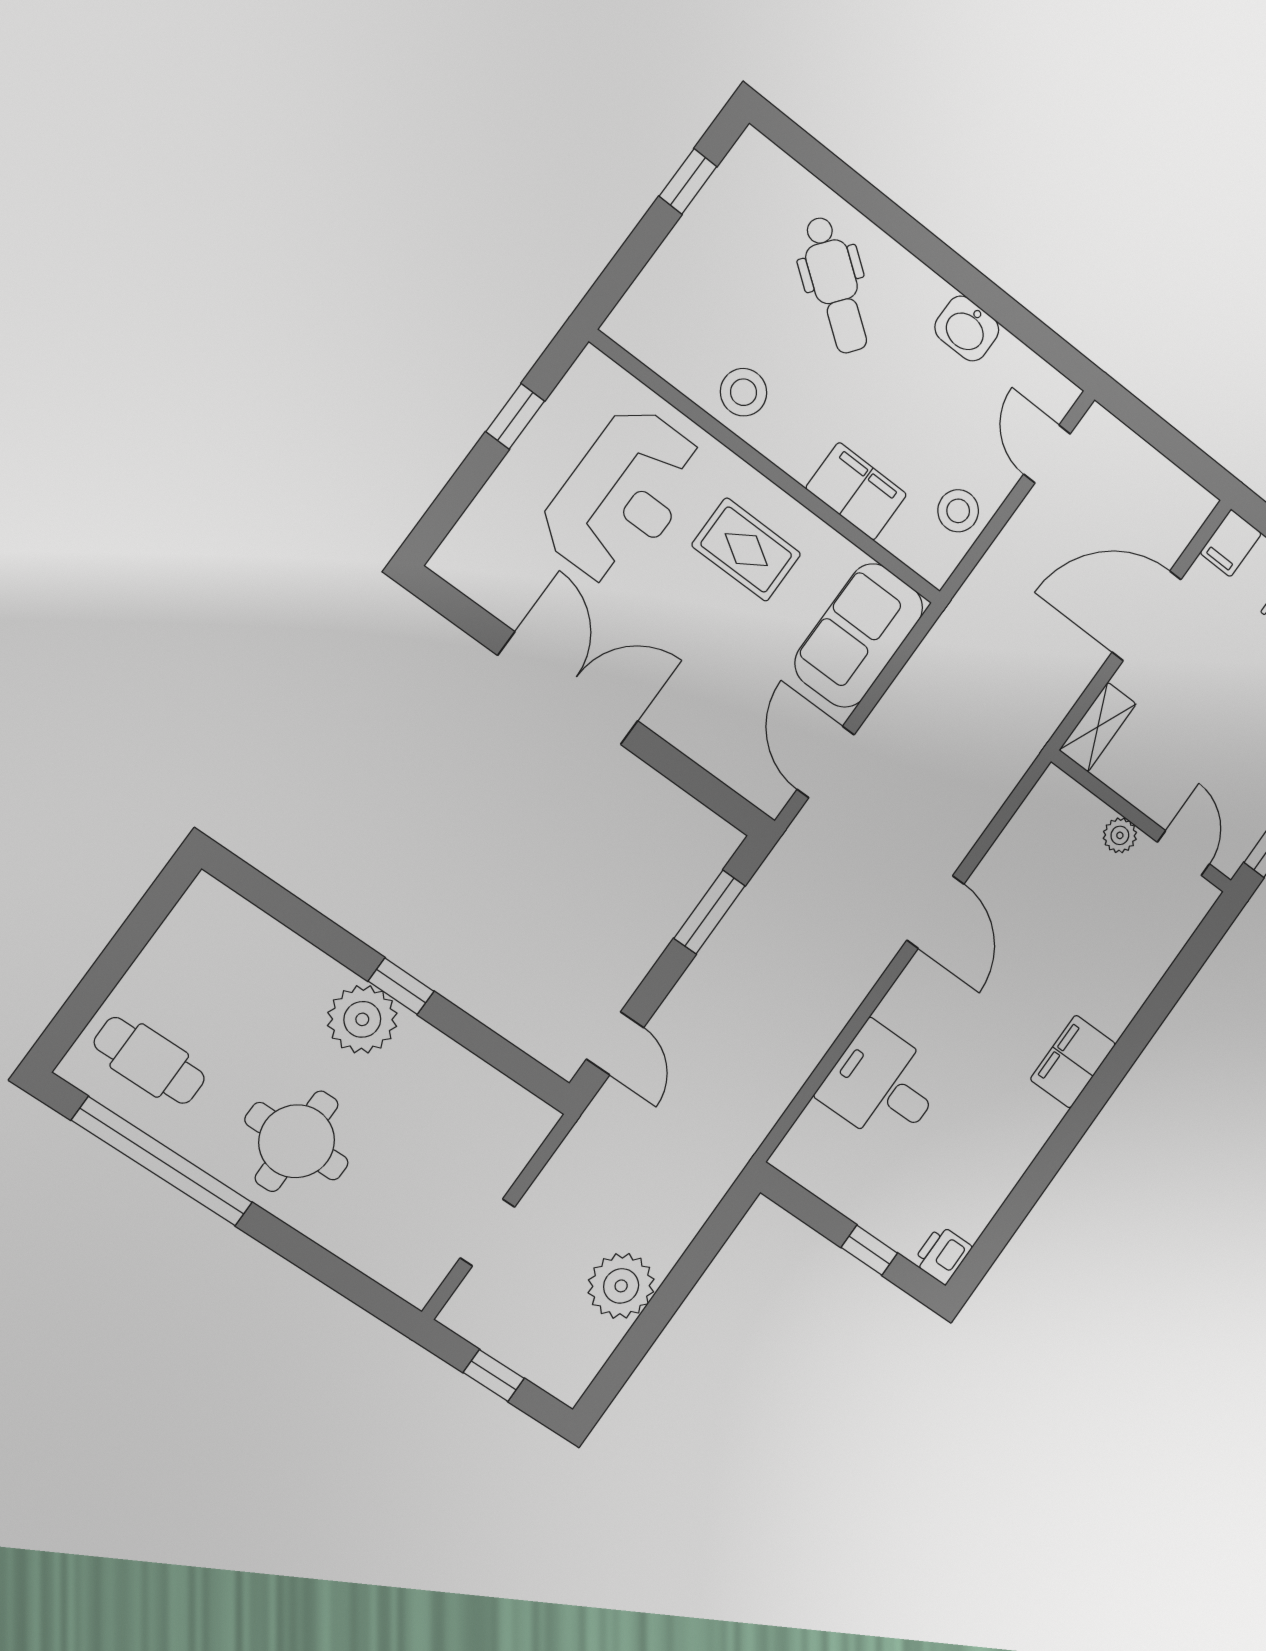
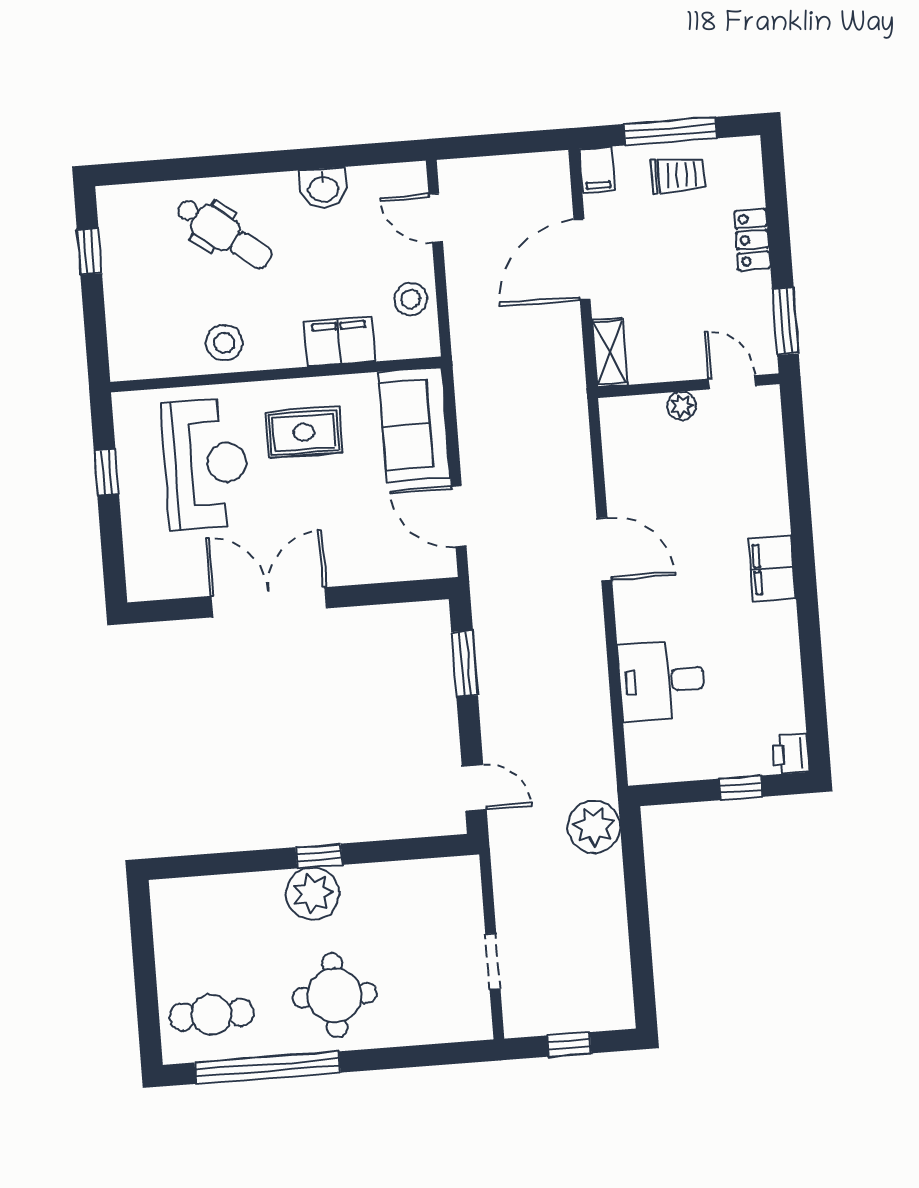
plant: (621, 1286) -> (594, 827), moved

